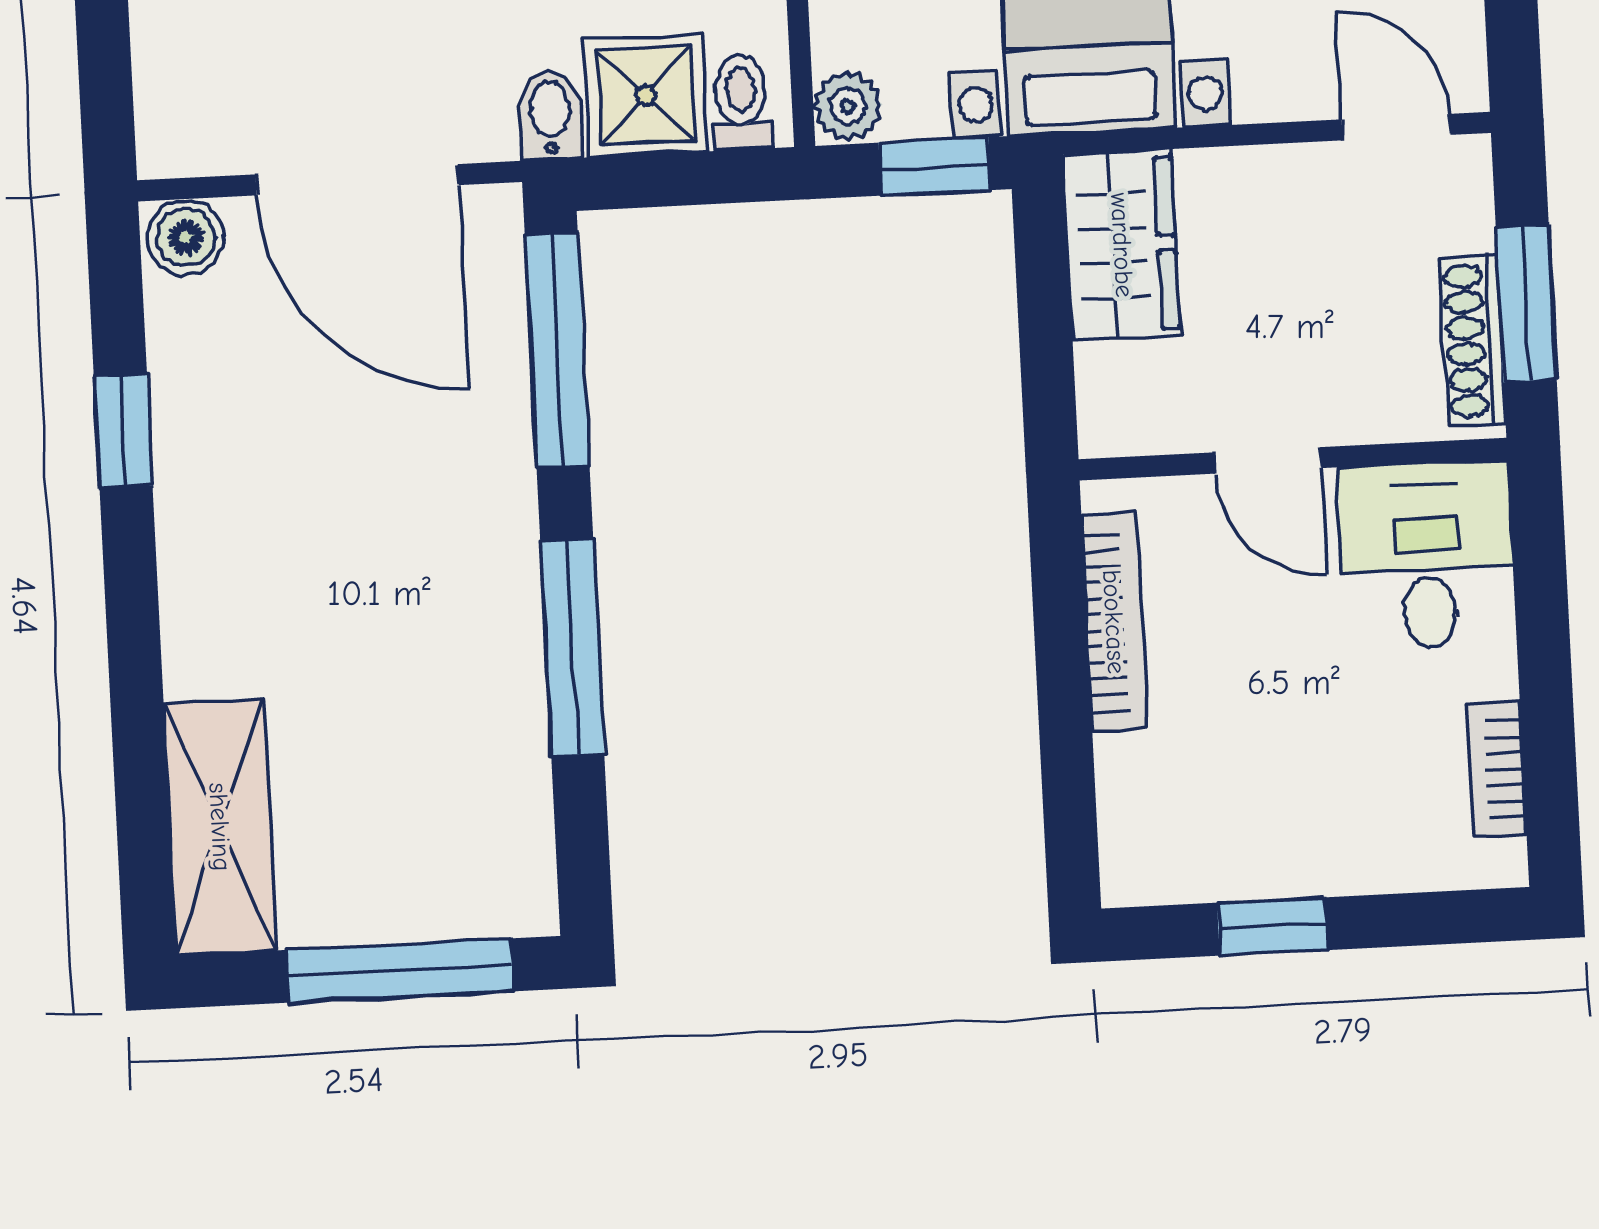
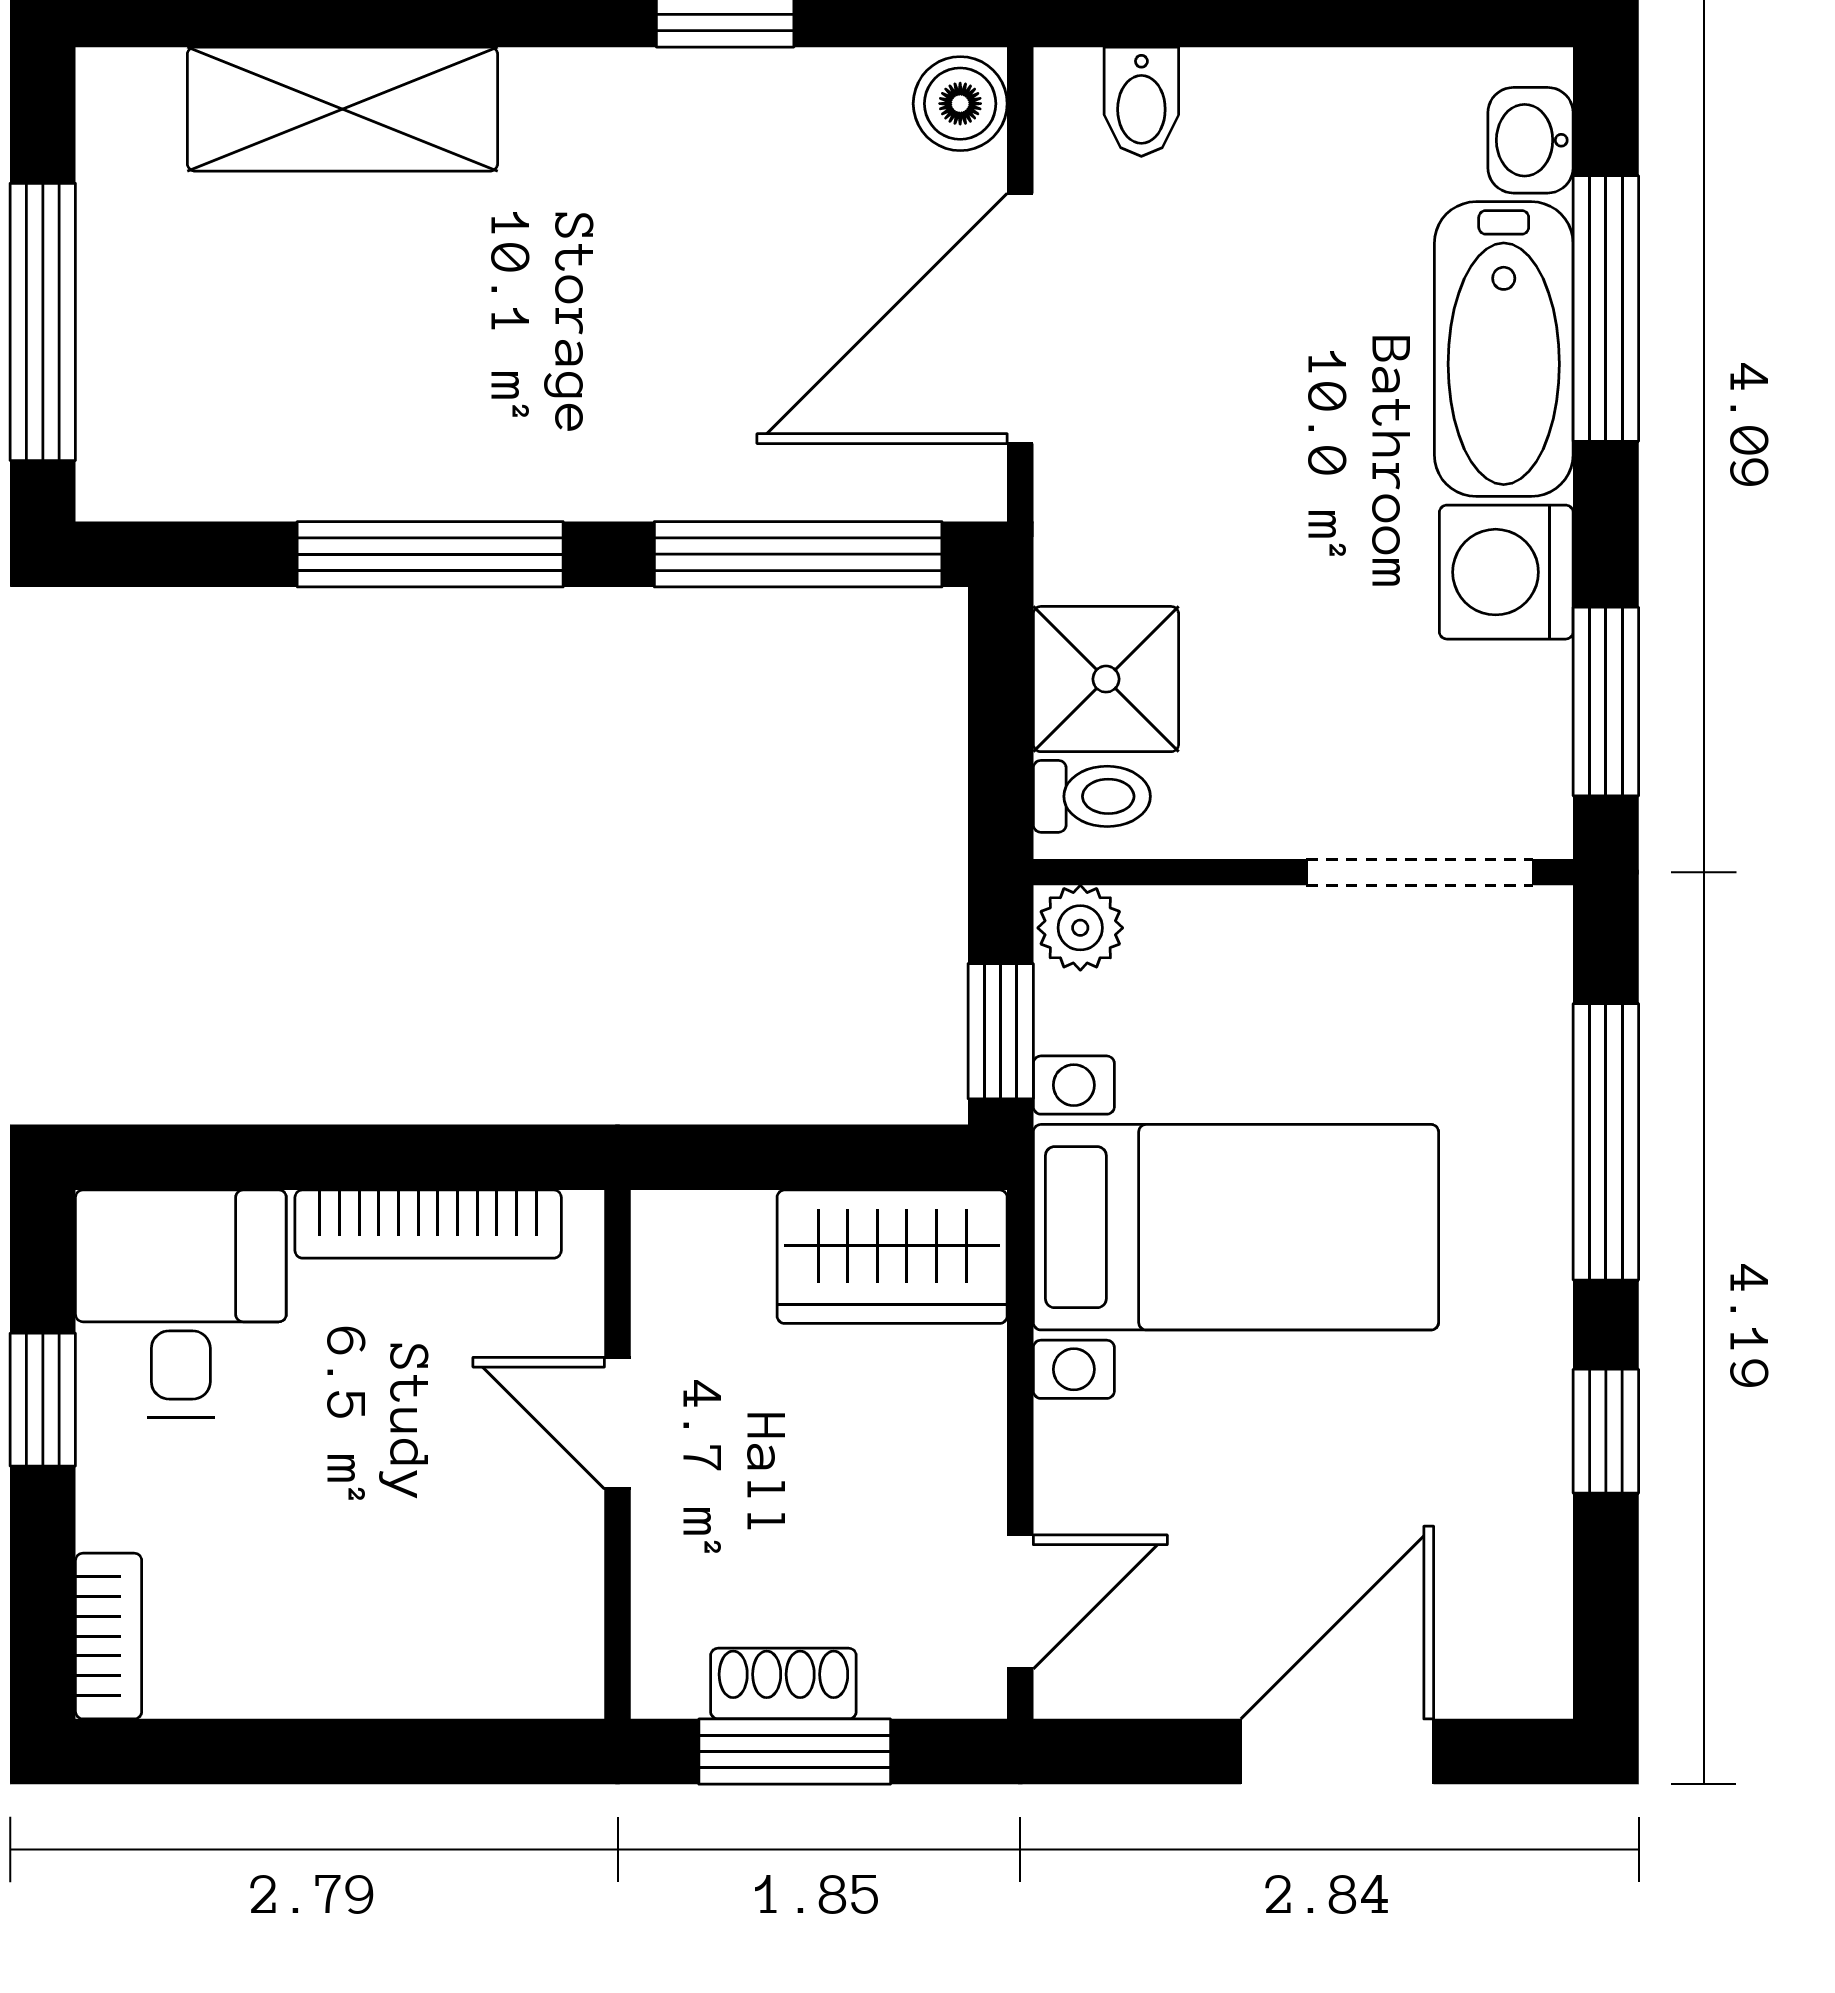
bidet: (550, 115) -> (1141, 102), moved, turned 90
shoe rack: (1473, 341) -> (783, 1684), width x0.70
door: (1268, 460) -> (618, 1423), hinge flipped
desk: (1427, 555) -> (181, 1304), moved, turned -90
bookcase: (1496, 769) -> (109, 1636), moved, turned 90
shelving: (220, 827) -> (342, 109), moved

